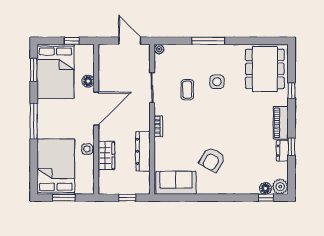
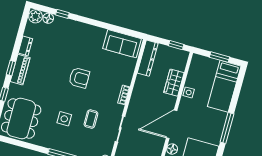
window: (292, 147) -> (11, 68), moved
dresser: (143, 151) -> (148, 58), moved
armchair: (212, 160) -> (79, 78), moved, turned 60
bed: (56, 167) -> (224, 86), width x0.67
window: (127, 198) -> (176, 45), moved
window: (266, 198) -> (62, 14), moved

